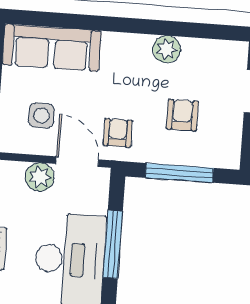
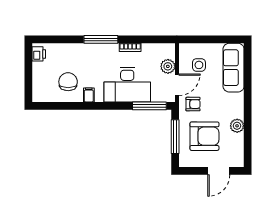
armchair: (182, 115) -> (204, 136), width x1.88, depth x1.88
window: (113, 244) -> (149, 106), moved

